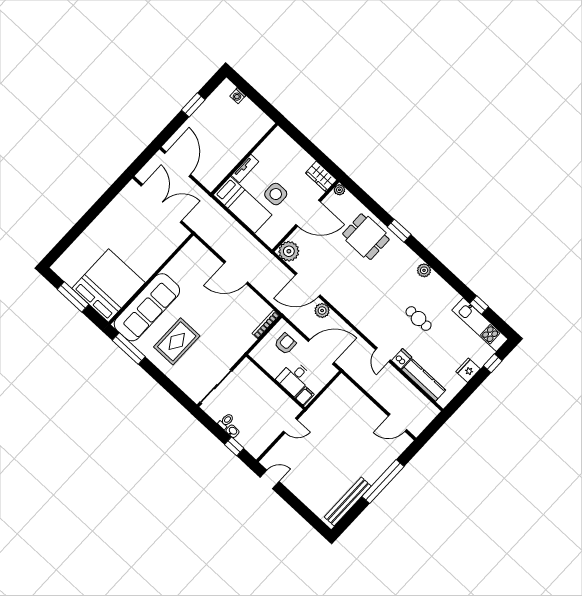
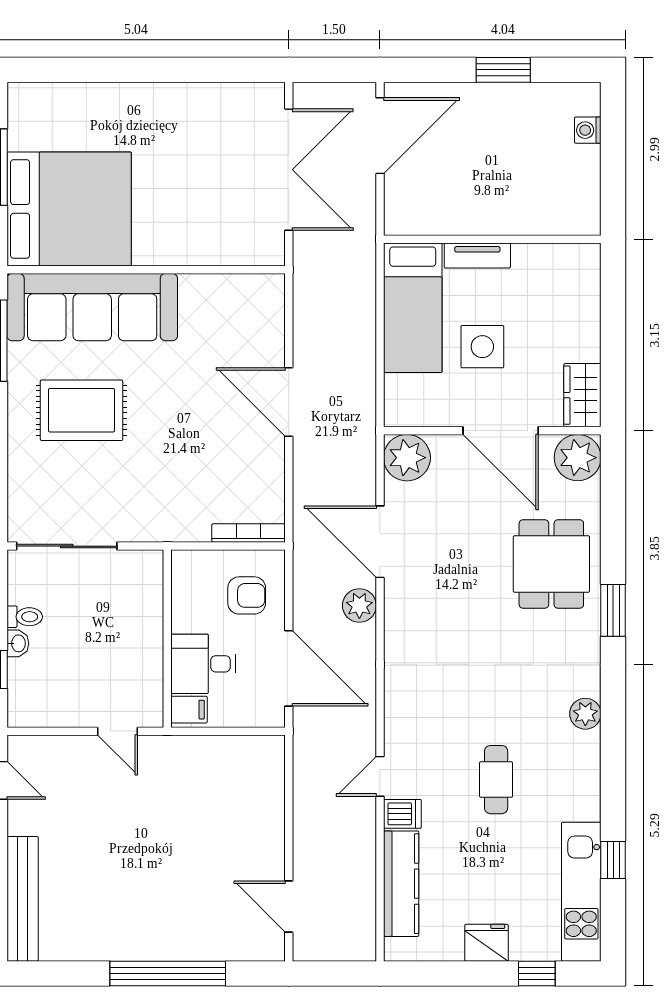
plant: (339, 190) -> (578, 458), width x1.88, depth x1.88
bench: (348, 502) -> (23, 899), moved, turned 90

